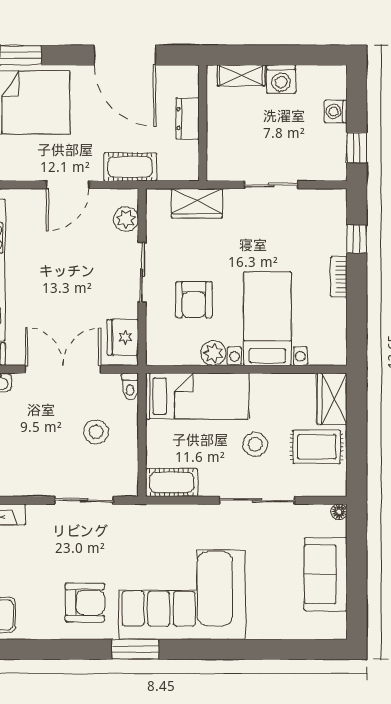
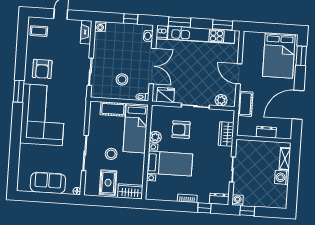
washing machine: (336, 112) -> (238, 200), moved
dresser: (336, 209) -> (219, 199), added
cot: (172, 482) -> (113, 109), moved, turned 90

